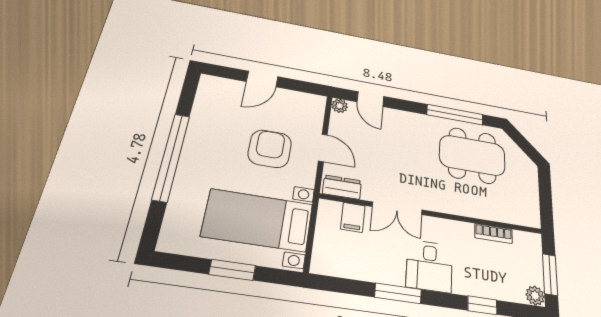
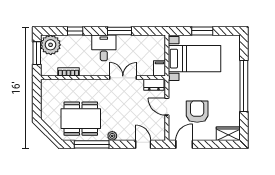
door: (262, 79) -> (184, 144), moved
wardrobe: (220, 87) -> (228, 134), added
plant: (340, 106) -> (112, 136), moved
armchair: (270, 149) -> (197, 112), moved, turned 180
filing cabinet: (353, 217) -> (160, 68), moved
plant: (535, 296) -> (51, 45), width x1.88, depth x1.88

